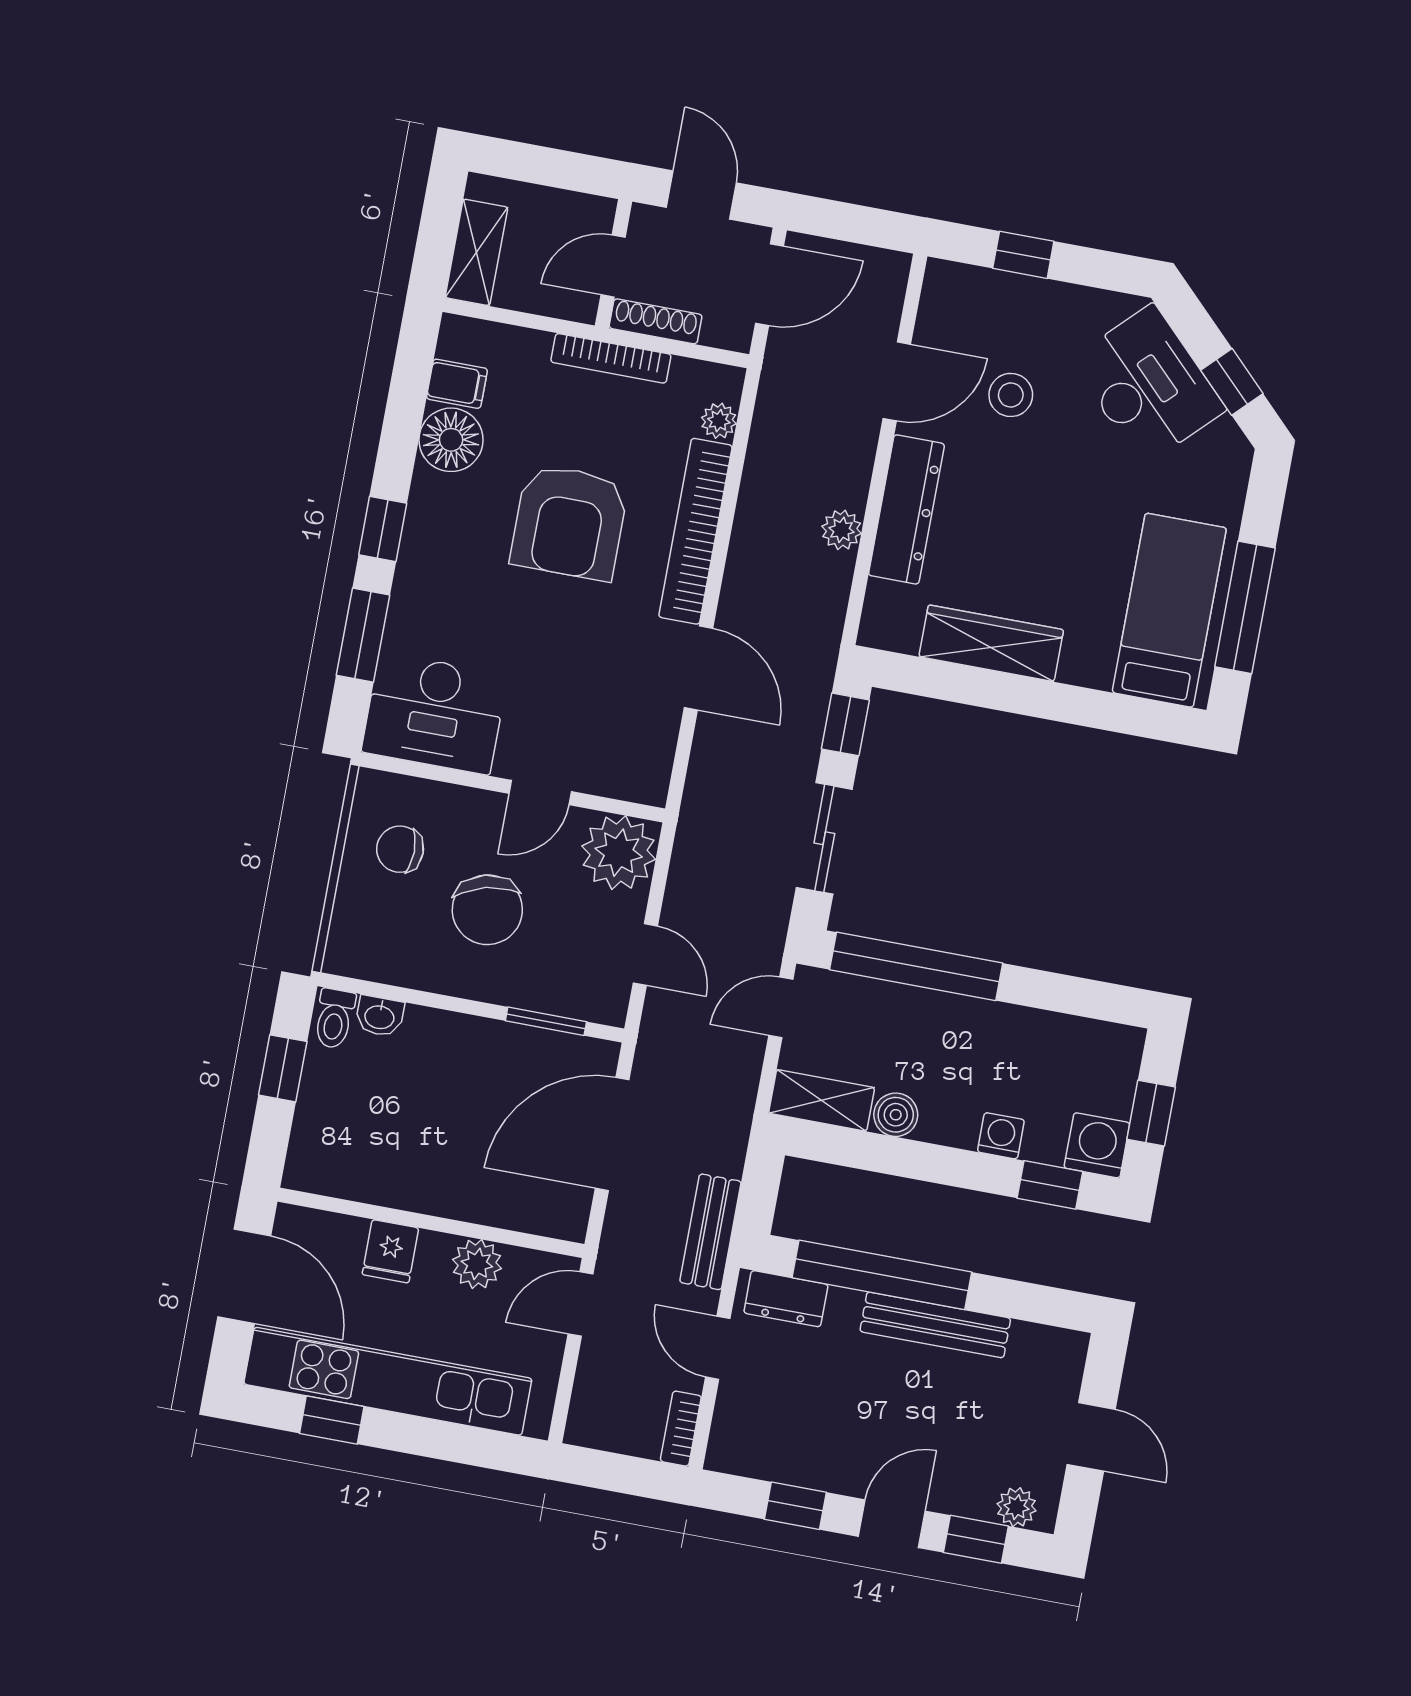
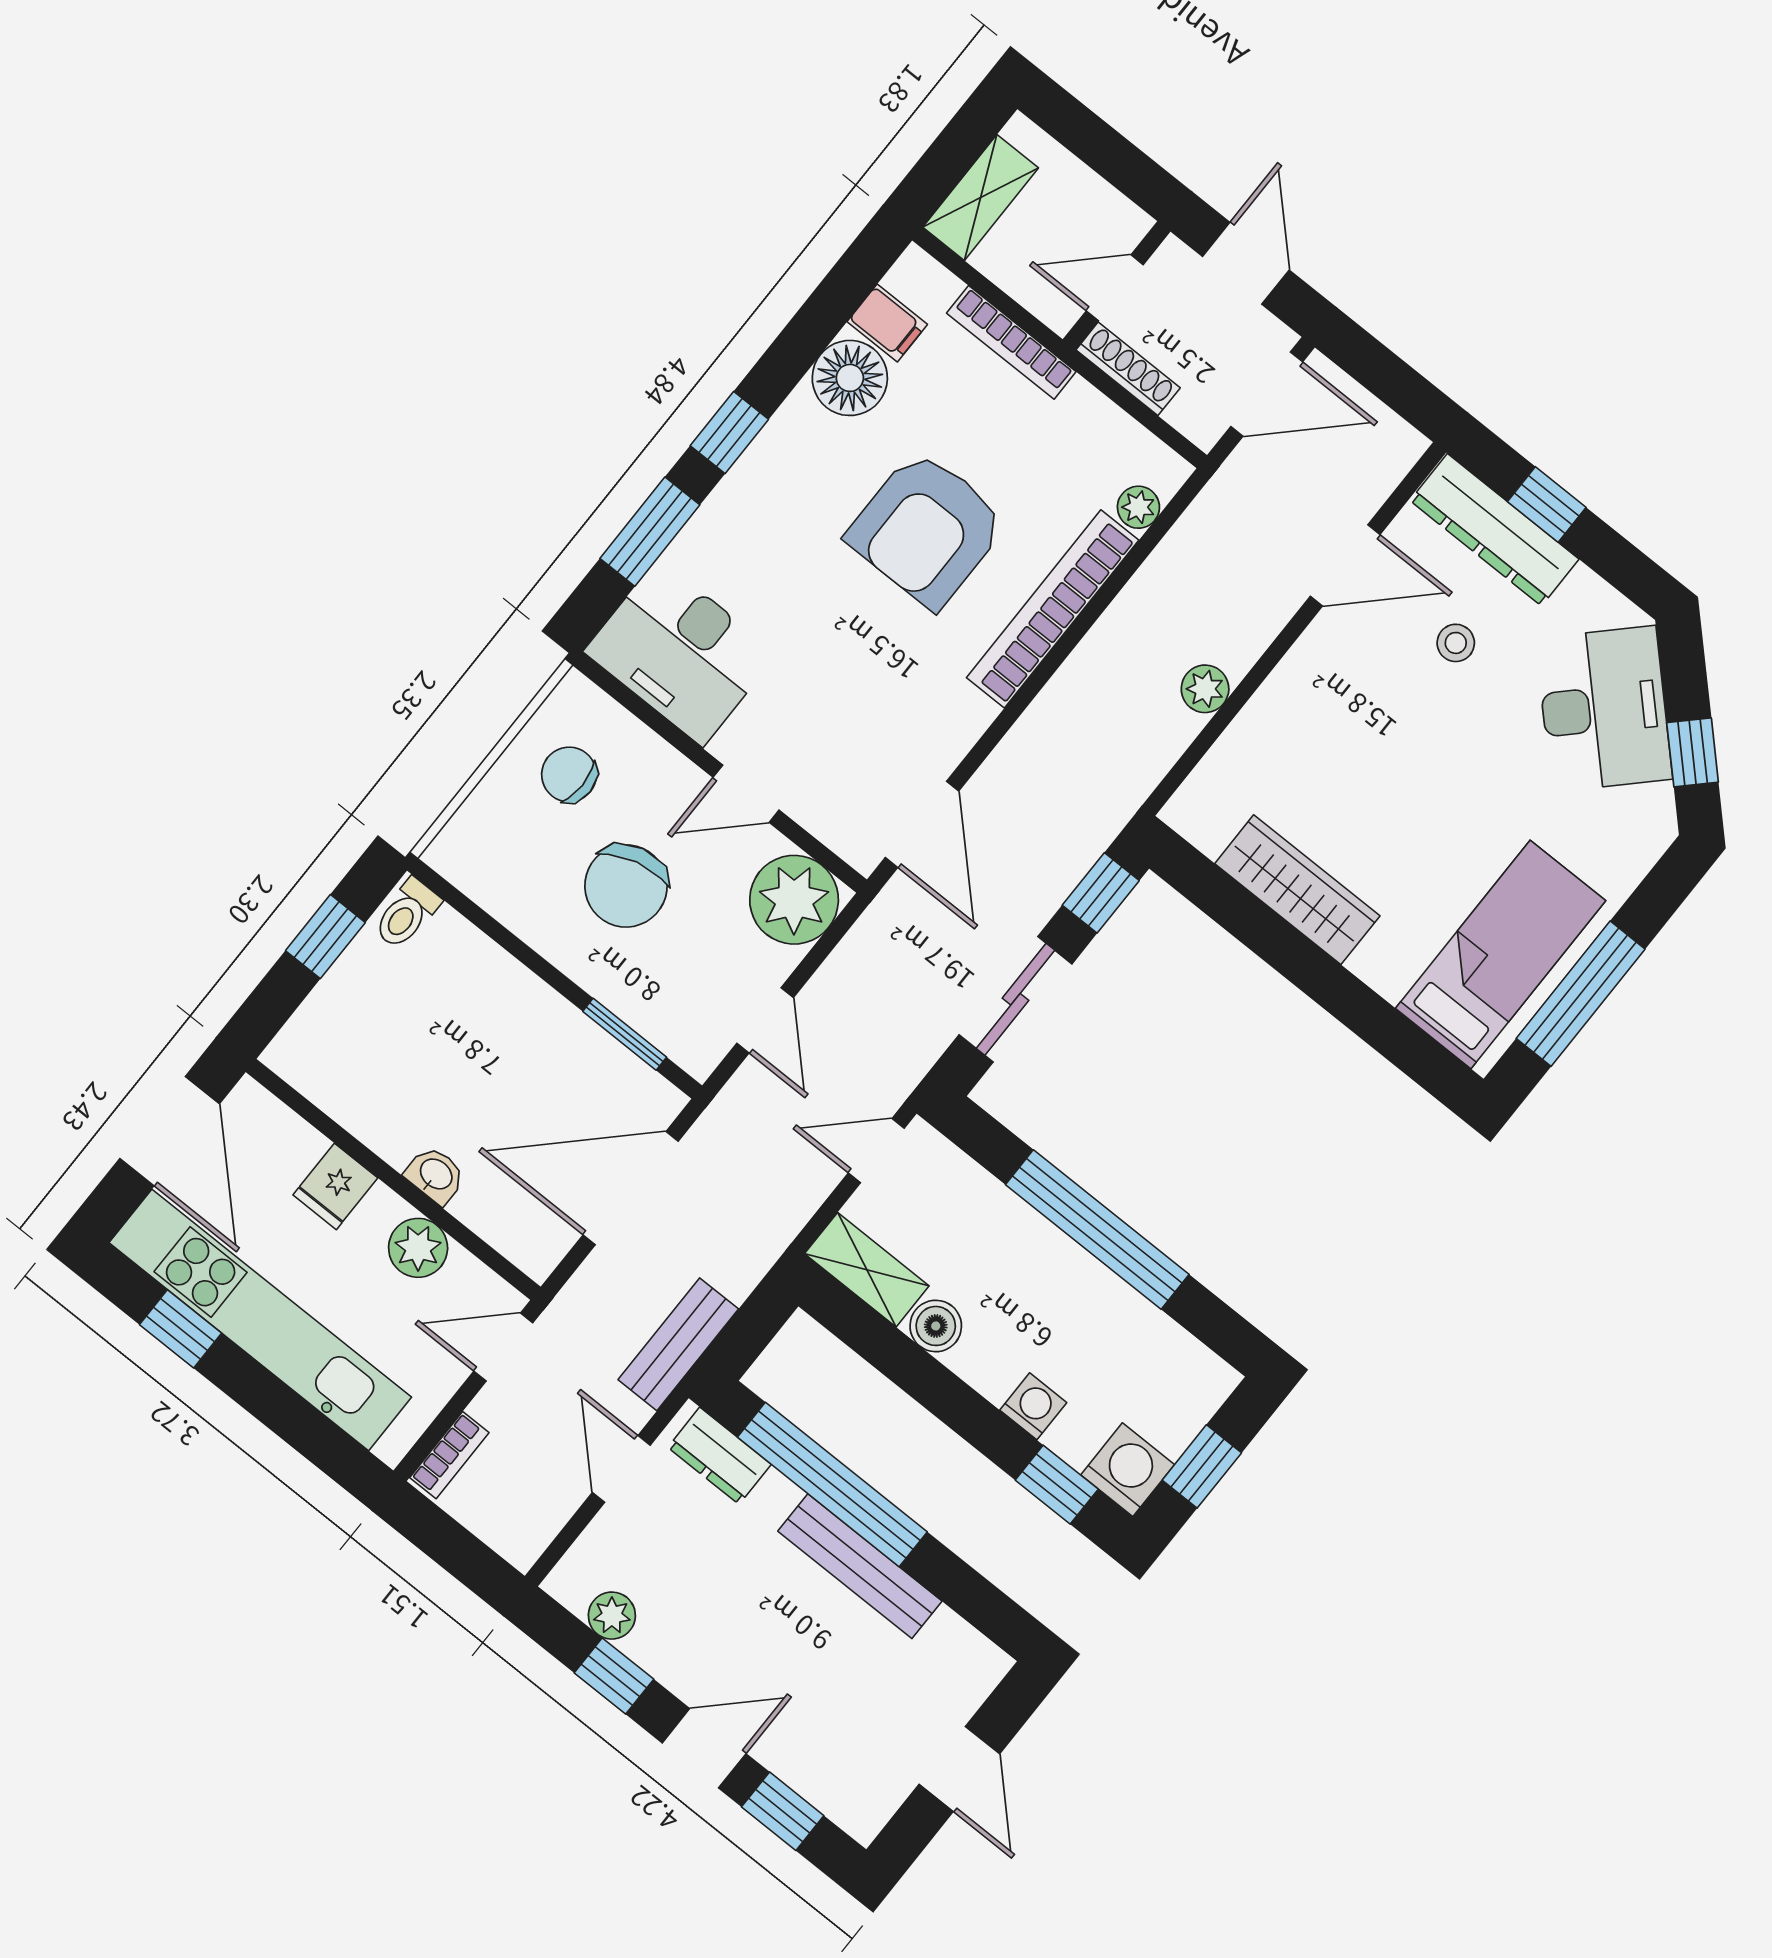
bookcase: (611, 358) -> (1011, 342), moved
stool: (1011, 395) -> (1456, 643), width x0.73, depth x0.73
dresser: (906, 509) -> (1494, 530), moved, turned 90
door: (698, 668) -> (922, 824), moved
window: (916, 966) -> (1097, 1230), moved
washbasin: (380, 1016) -> (435, 1175), moved, turned 180
bookcase: (681, 1429) -> (449, 1455), moved, turned 180
plant: (1016, 1507) -> (612, 1616), moved

